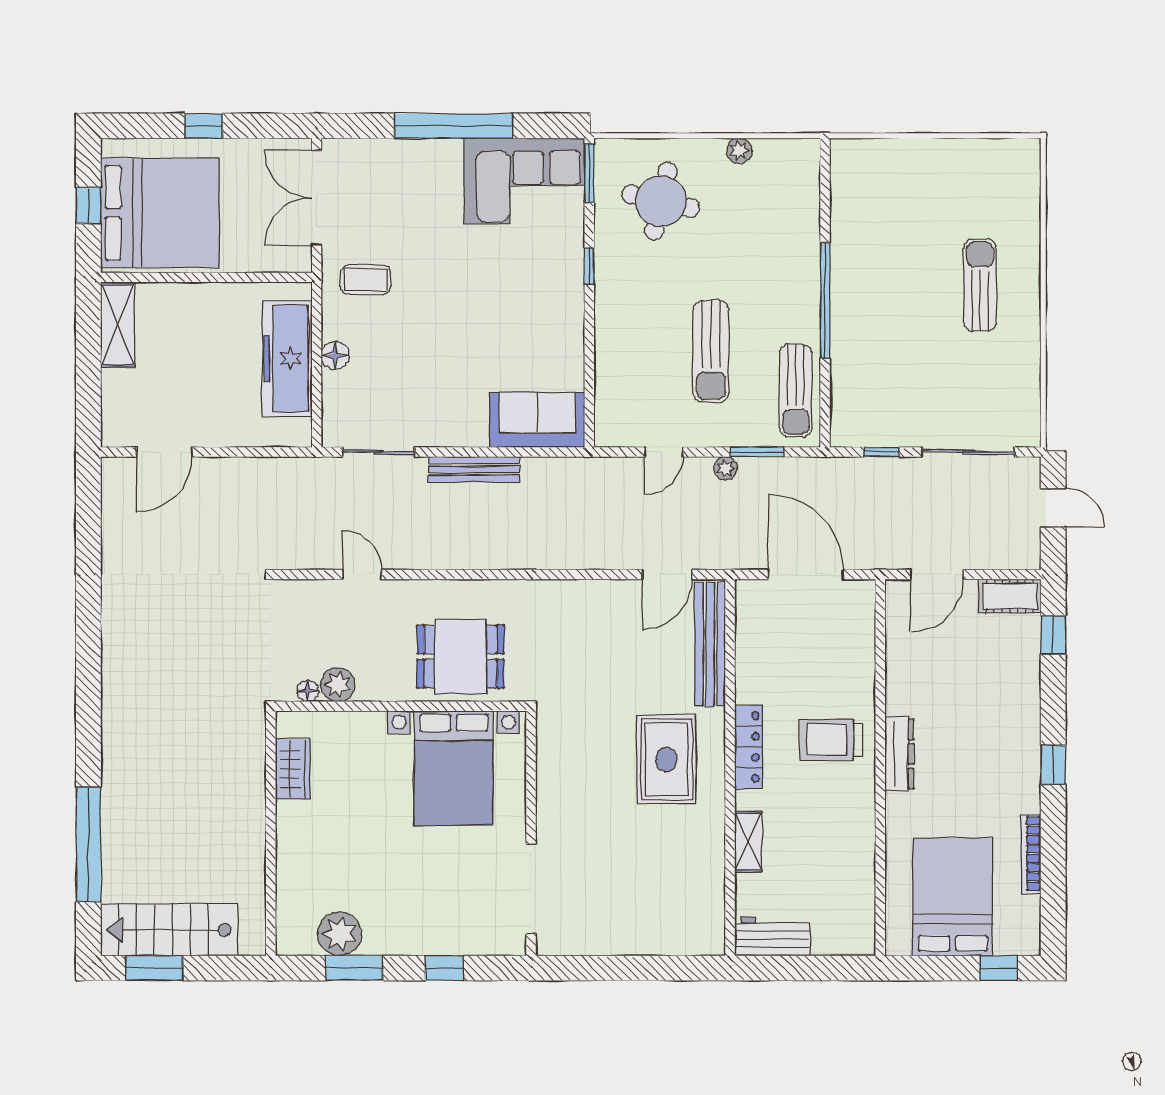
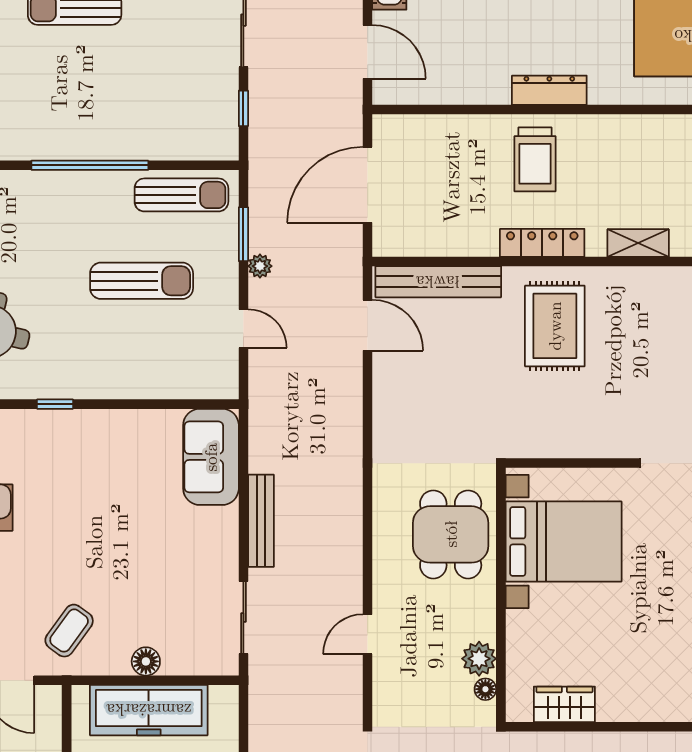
coffee table: (366, 280) -> (69, 631), turned 36
rug: (666, 759) -> (555, 326), turned 90

